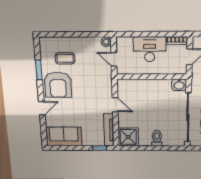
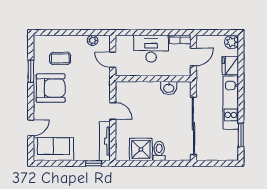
plant: (106, 42) -> (93, 40), moved
armchair: (58, 85) -> (51, 88), turned -90
washbasin: (179, 85) -> (169, 88), moved
door: (42, 108) -> (31, 128), moved
shower: (128, 137) -> (141, 149), moved

